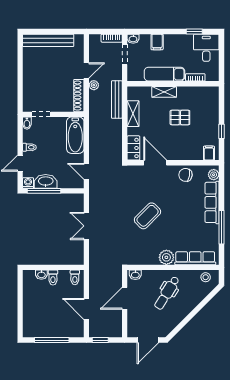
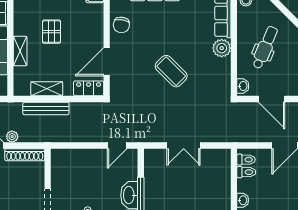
bench: (117, 100) -> (46, 108), moved
bathtub: (75, 135) -> (73, 159), removed
toilet: (53, 278) -> (246, 172), moved
dental chair: (167, 293) -> (265, 47), turned -99

